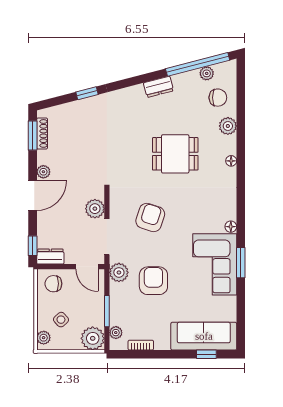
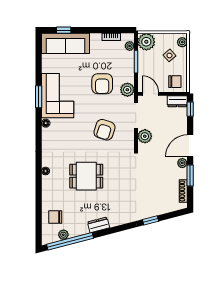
plant: (228, 126) -> (48, 196), removed
window: (33, 135) -> (190, 175), moved

